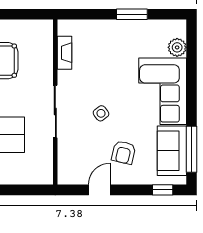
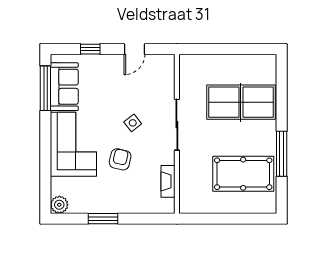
plant: (177, 47) -> (59, 205), moved
armchair: (124, 152) -> (120, 159), moved
window: (163, 190) -> (90, 49), moved

